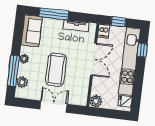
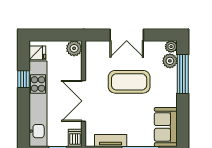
window: (142, 50) -> (24, 79), moved
plant: (24, 59) -> (171, 47), moved
coffee table: (56, 70) -> (129, 82), turned 90

